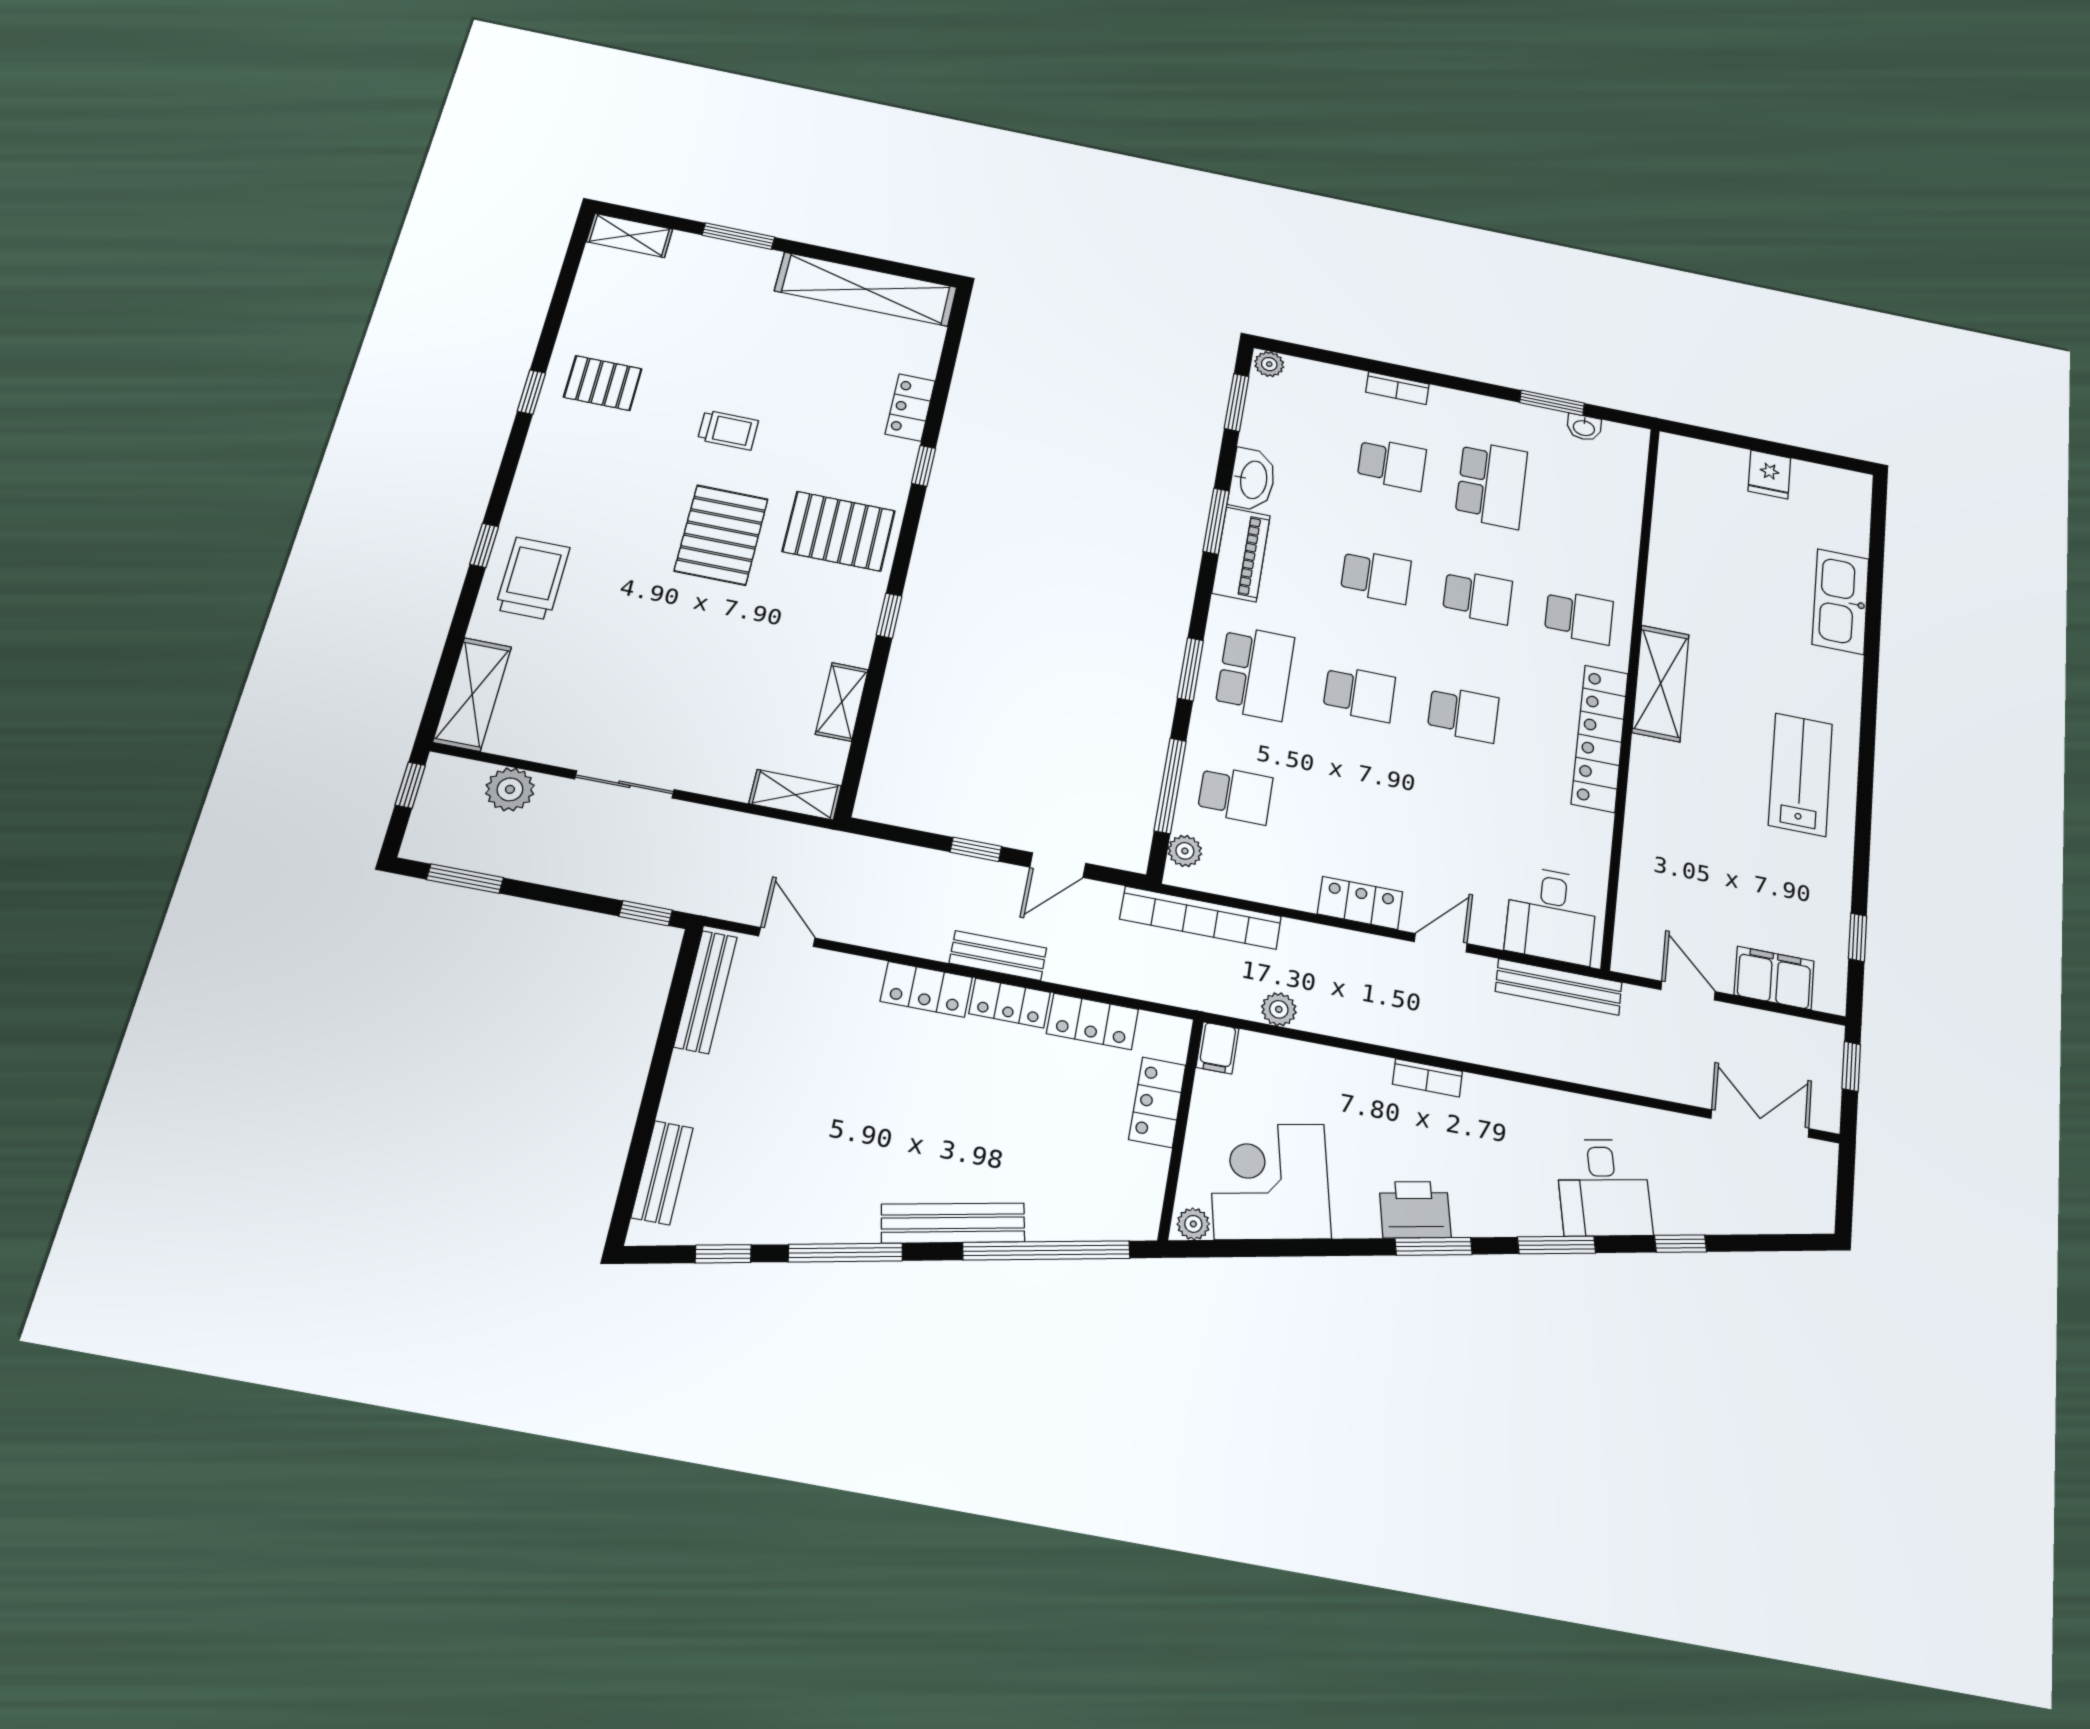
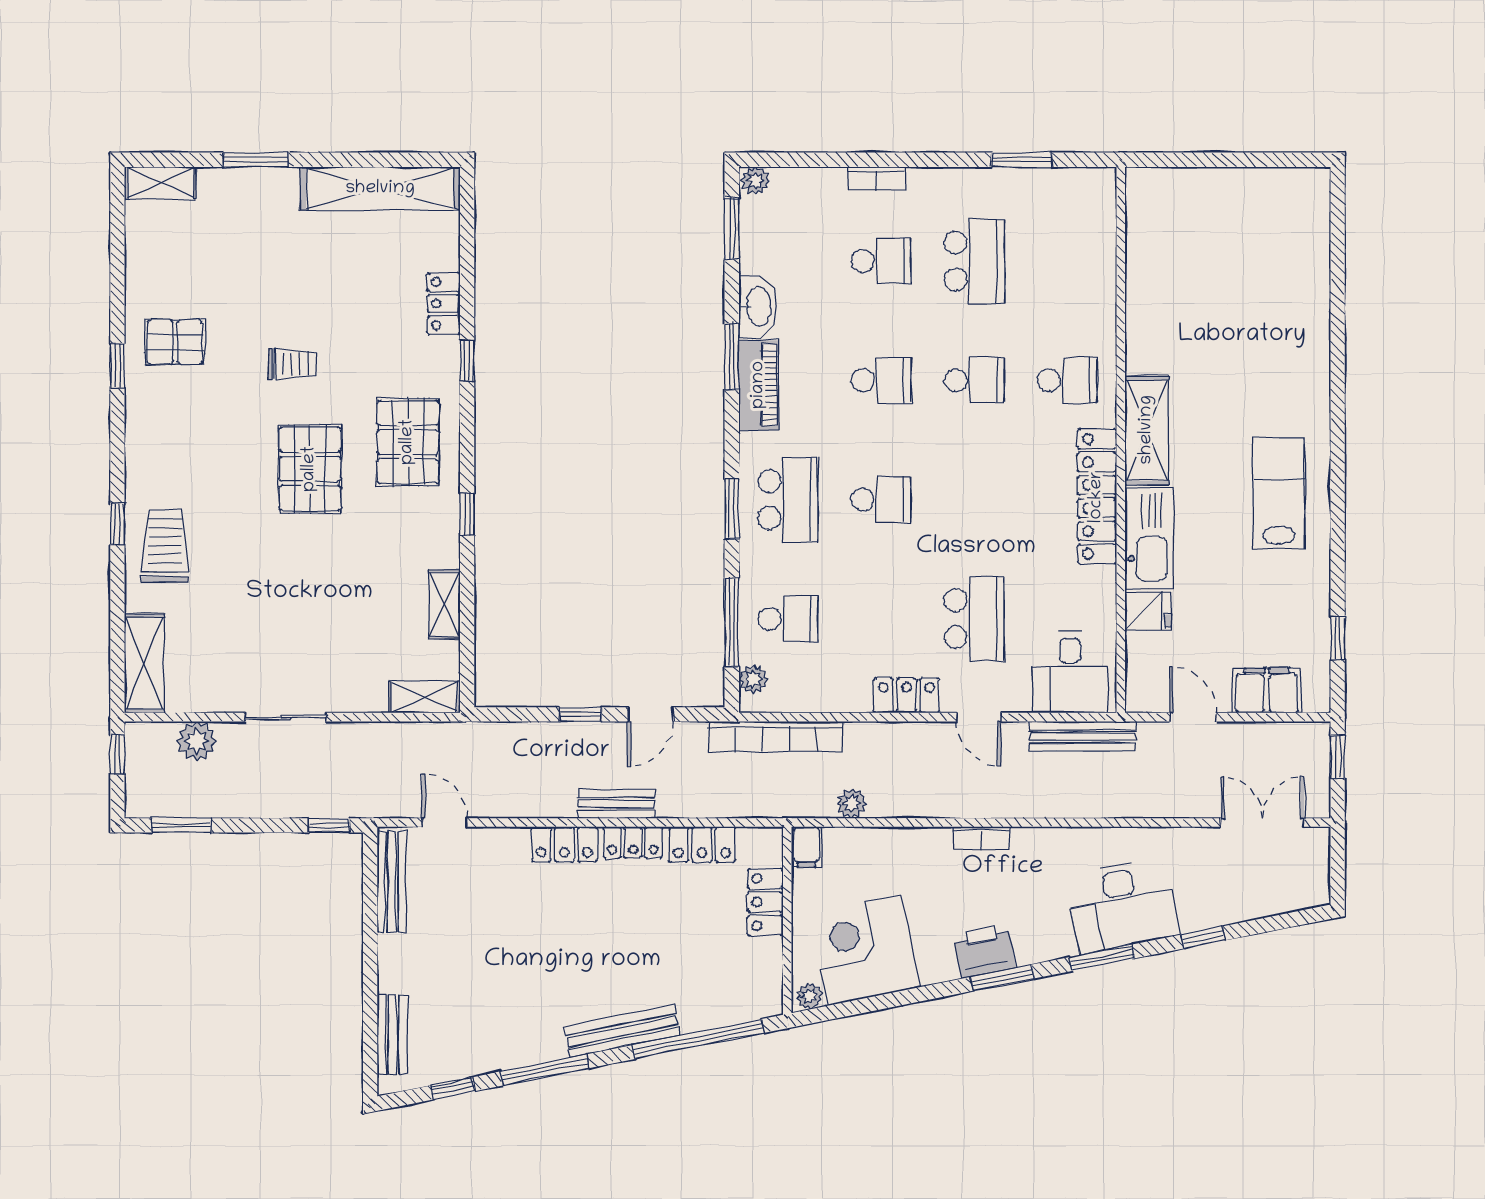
washbasin: (1584, 427) -> (1054, 179), removed
fridge: (1769, 475) -> (1148, 611), moved, turned -90
pallet: (839, 531) -> (408, 442), turned 90
kitchen sink: (1841, 601) -> (1149, 538), moved, turned 180
school desk: (1463, 714) -> (974, 619), moved, width x1.85
door: (1441, 943) -> (979, 717), swing flipped
desk: (1604, 1188) -> (1122, 905), width x1.37

